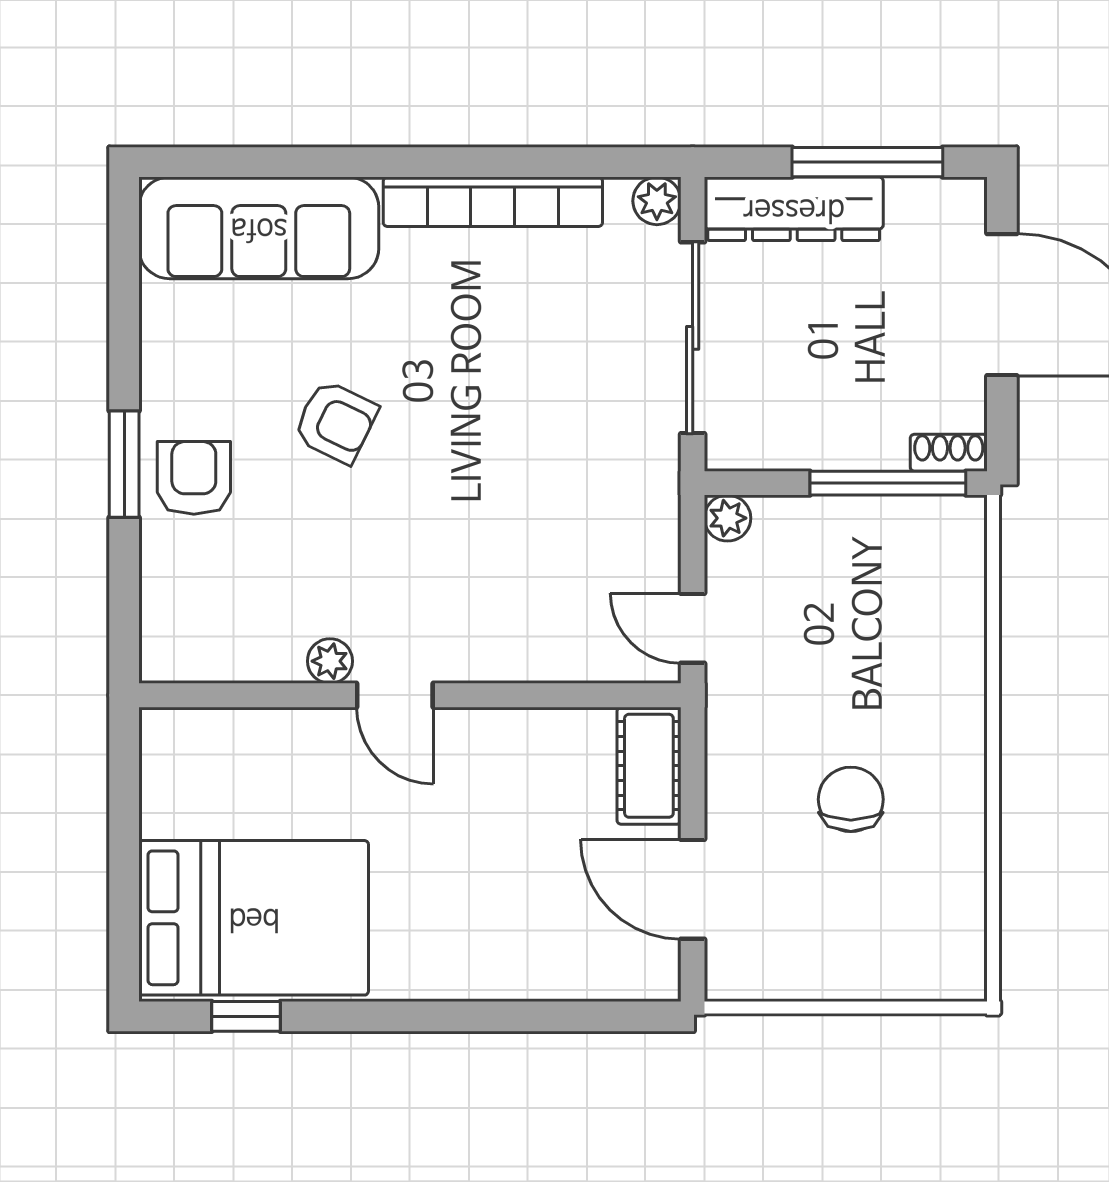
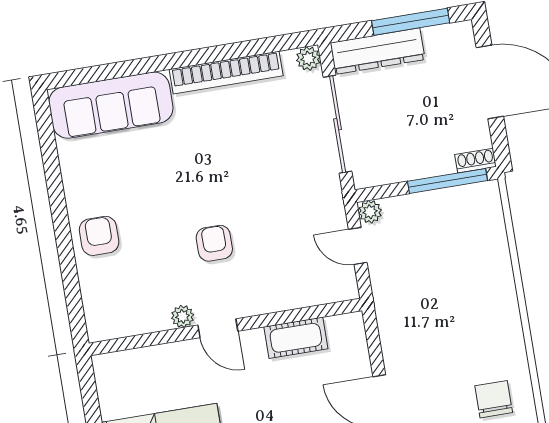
armchair: (336, 422) -> (214, 243), moved, turned -116
window: (124, 464) -> (63, 235), removed
door: (693, 628) -> (358, 246), moved
cot: (649, 766) -> (296, 338), moved, turned 90
chair: (851, 799) -> (494, 399), moved

